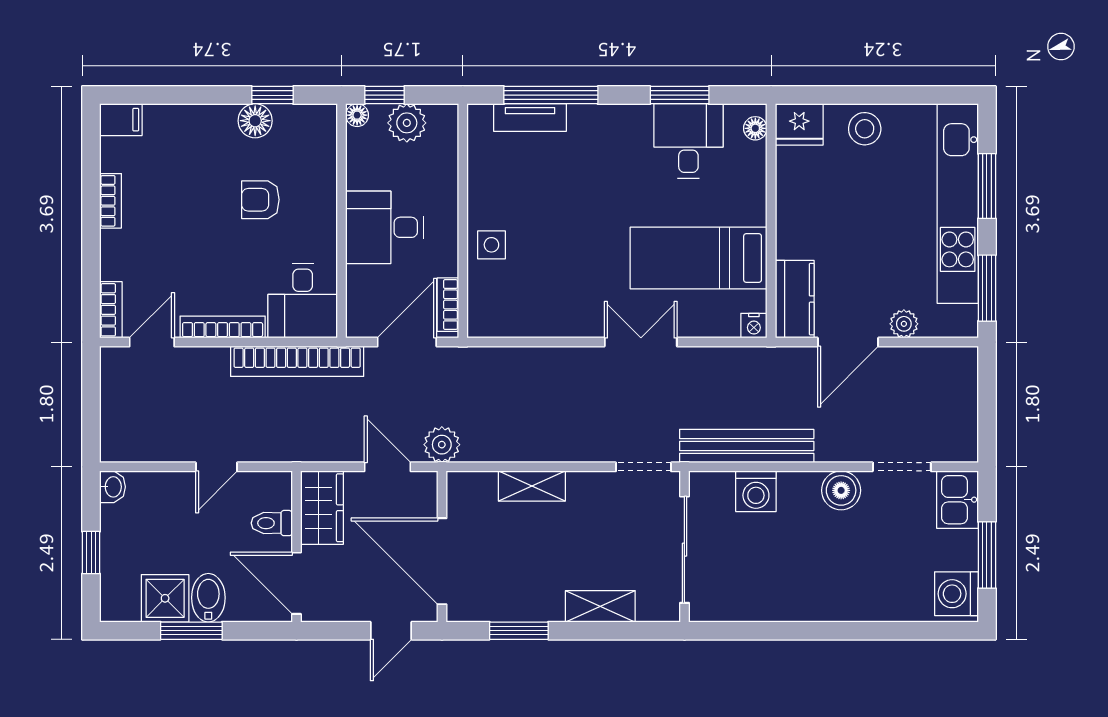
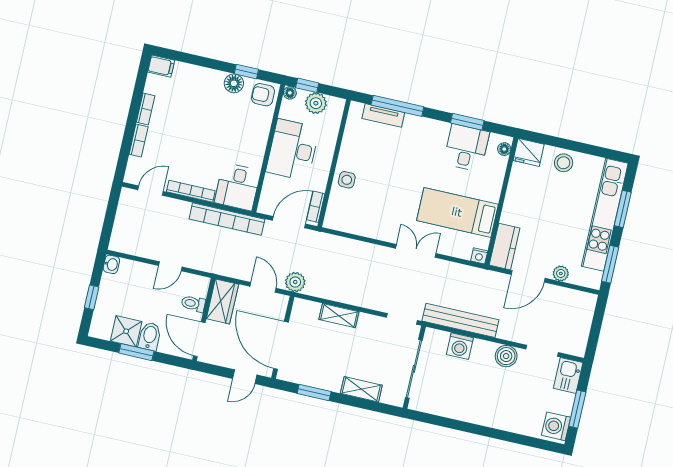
armchair: (260, 200) -> (263, 95), moved
desk: (385, 227) -> (293, 150), width x1.37
bookcase: (111, 310) -> (139, 140), moved

